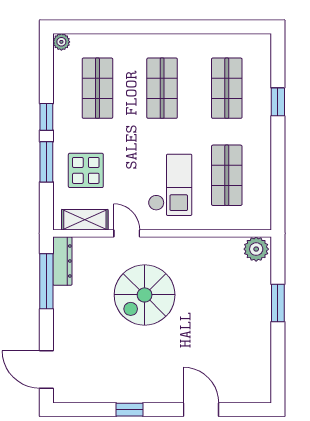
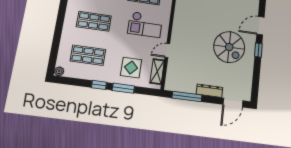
checkout: (170, 185) -> (145, 25), turned 180
dresser: (62, 261) -> (209, 91), moved
spiral stairs: (145, 295) -> (229, 47), moved
window: (129, 410) -> (258, 50), moved

